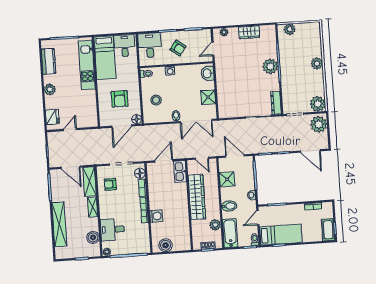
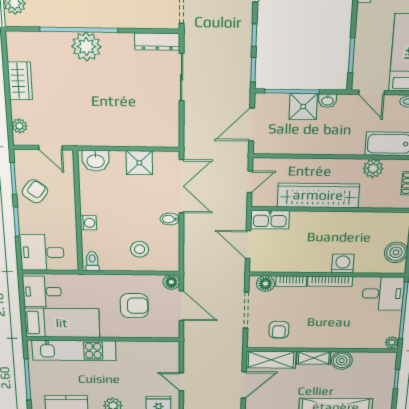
armchair: (178, 48) -> (35, 191), moved
shower: (227, 179) -> (303, 106), moved
bidet: (229, 206) -> (342, 142), removed
desk: (112, 230) -> (383, 294), moved, turned -90
boiler: (93, 237) -> (342, 361), moved

